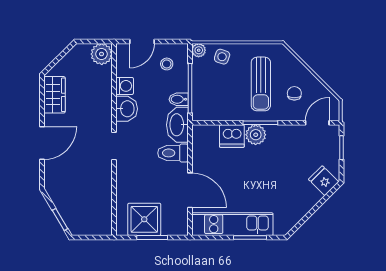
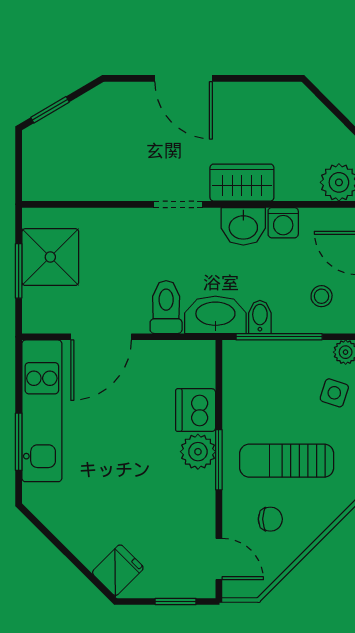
wardrobe: (54, 95) -> (242, 183), moved, turned 180

